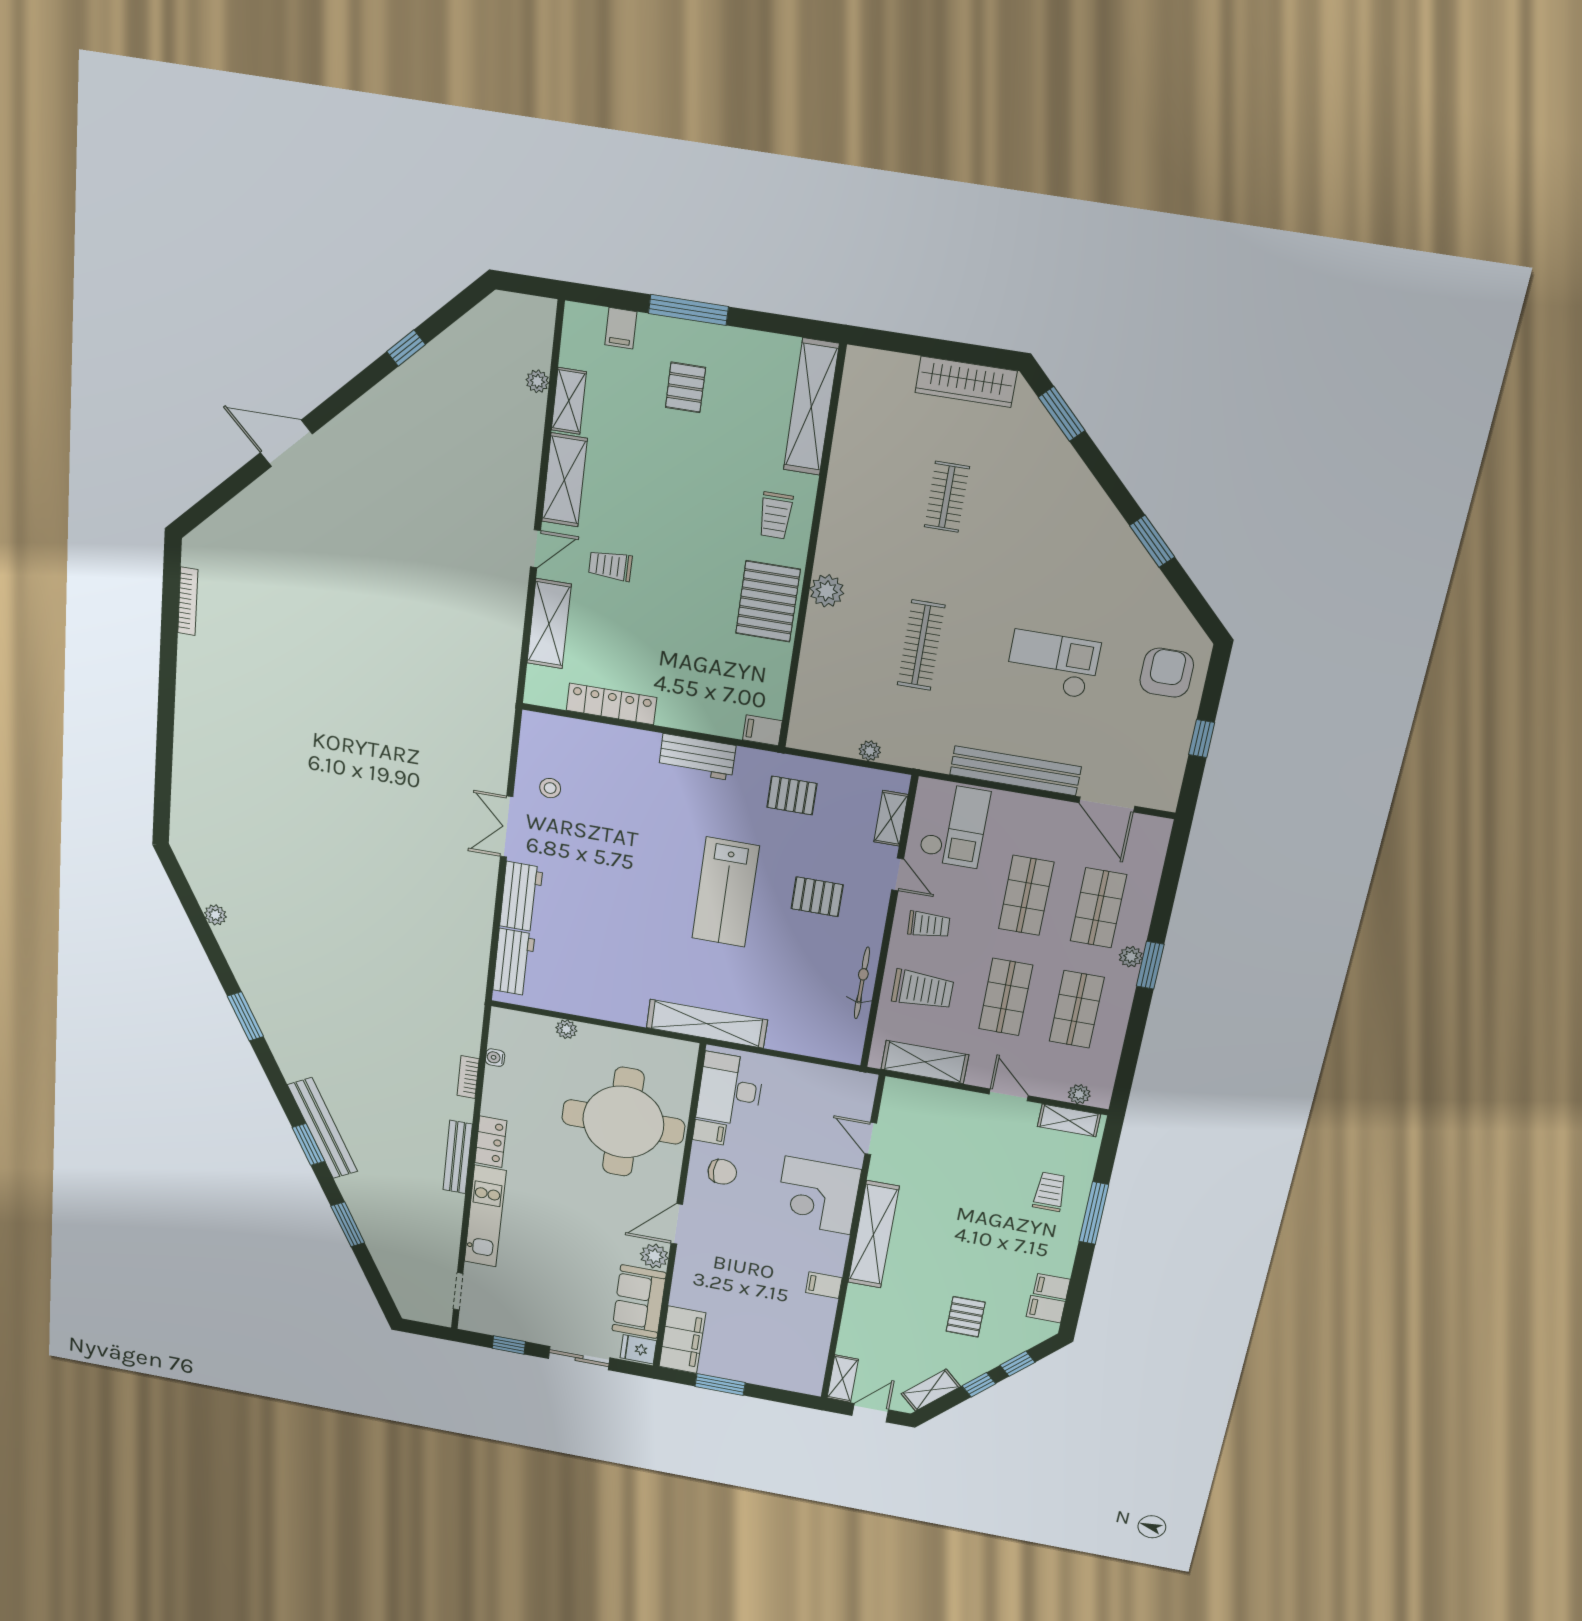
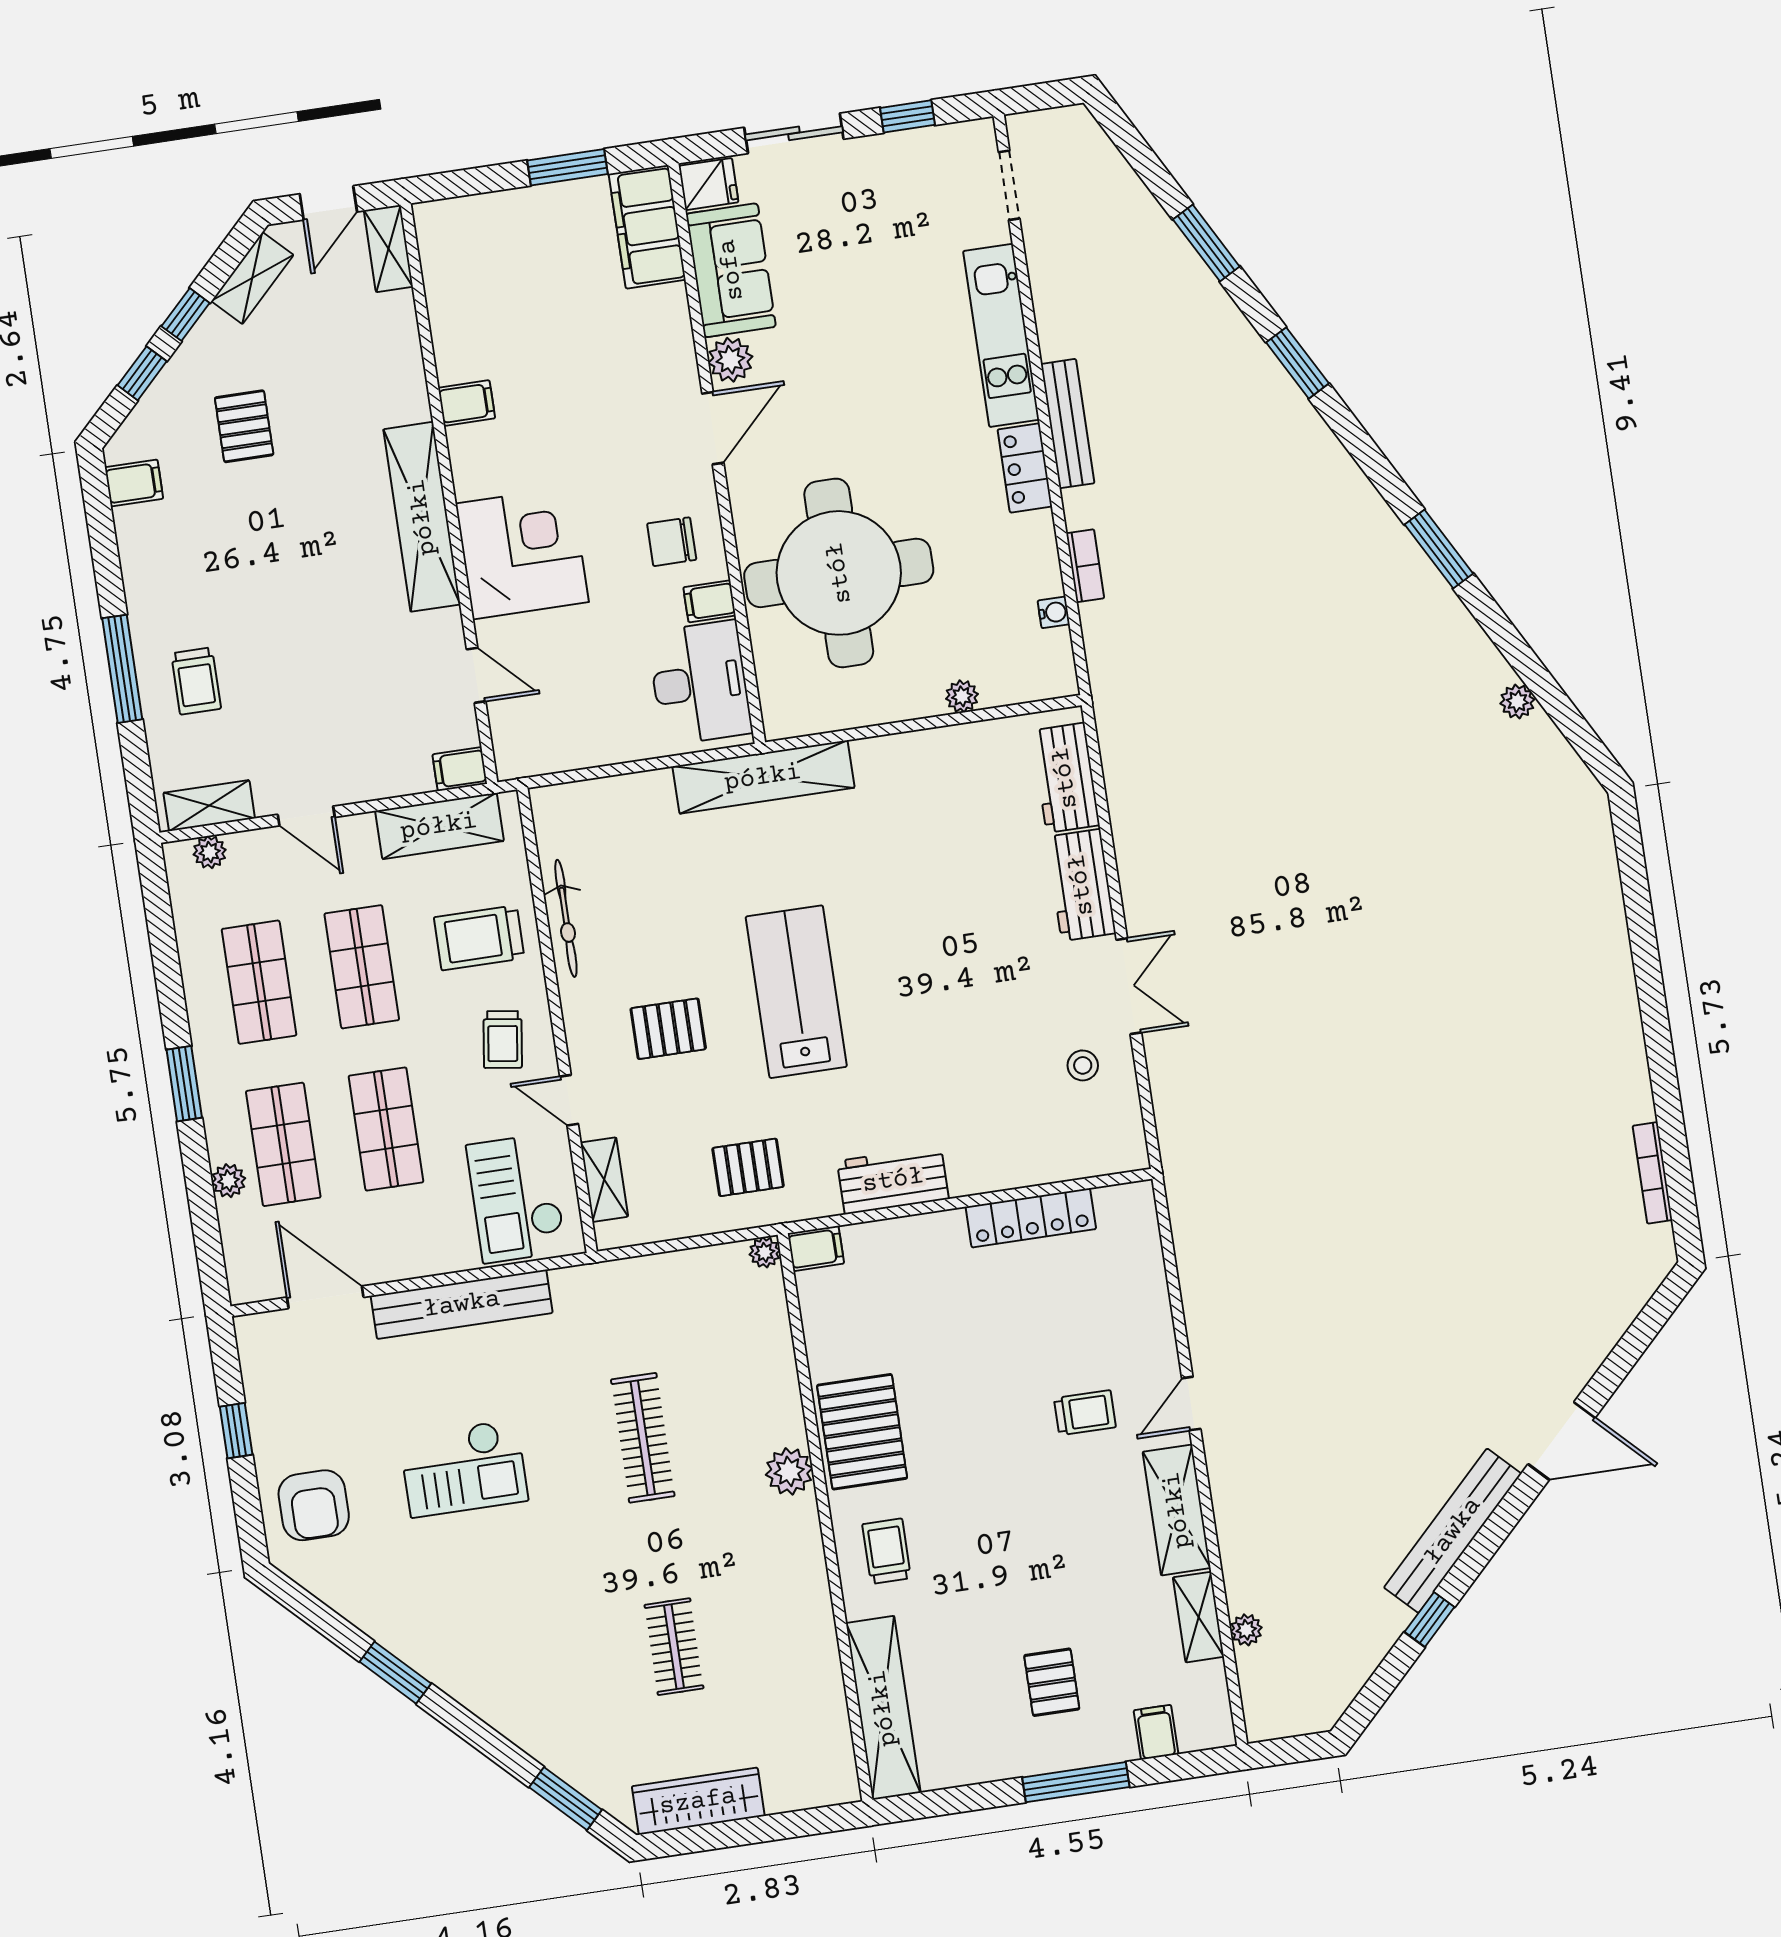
shelving: (549, 624) -> (1146, 1305), removed
plant: (870, 751) -> (765, 1252), moved
trolley: (929, 925) -> (503, 1040), turned -79
plant: (1131, 957) -> (228, 1181), moved
bench: (323, 1128) -> (1453, 1531), moved, turned 74
filing cabinet: (1052, 1286) -> (460, 769), moved, turned 180

